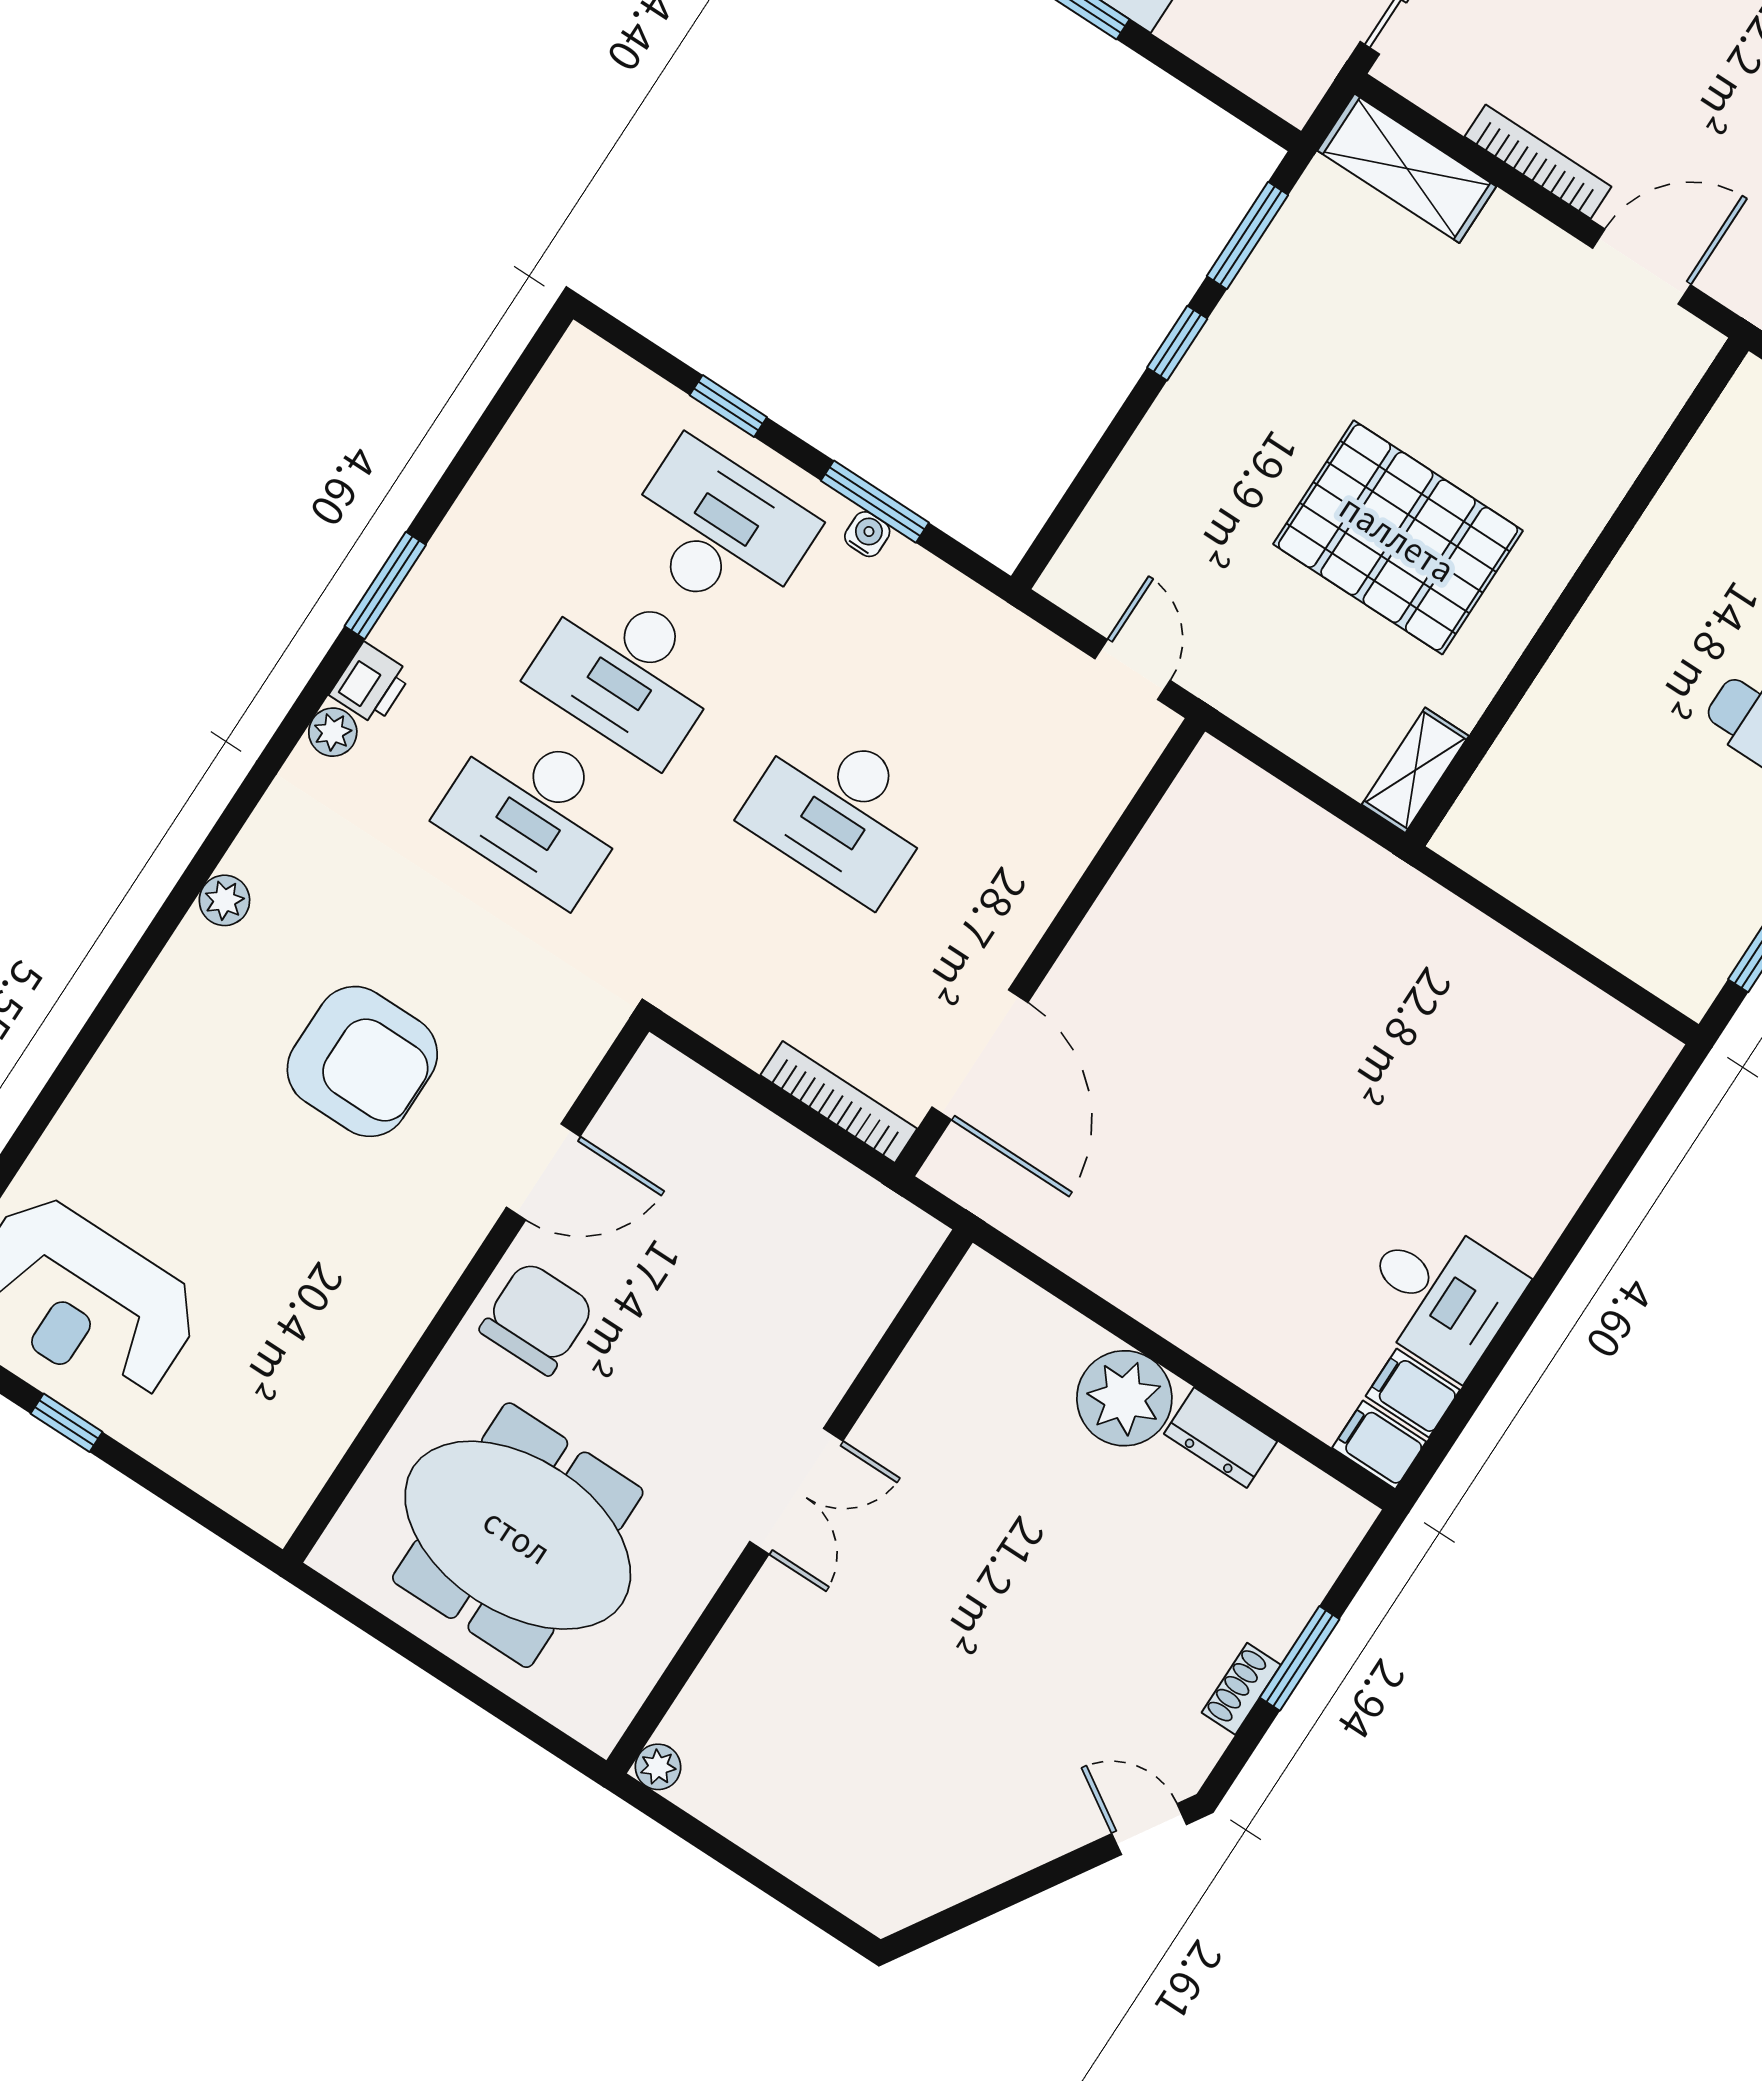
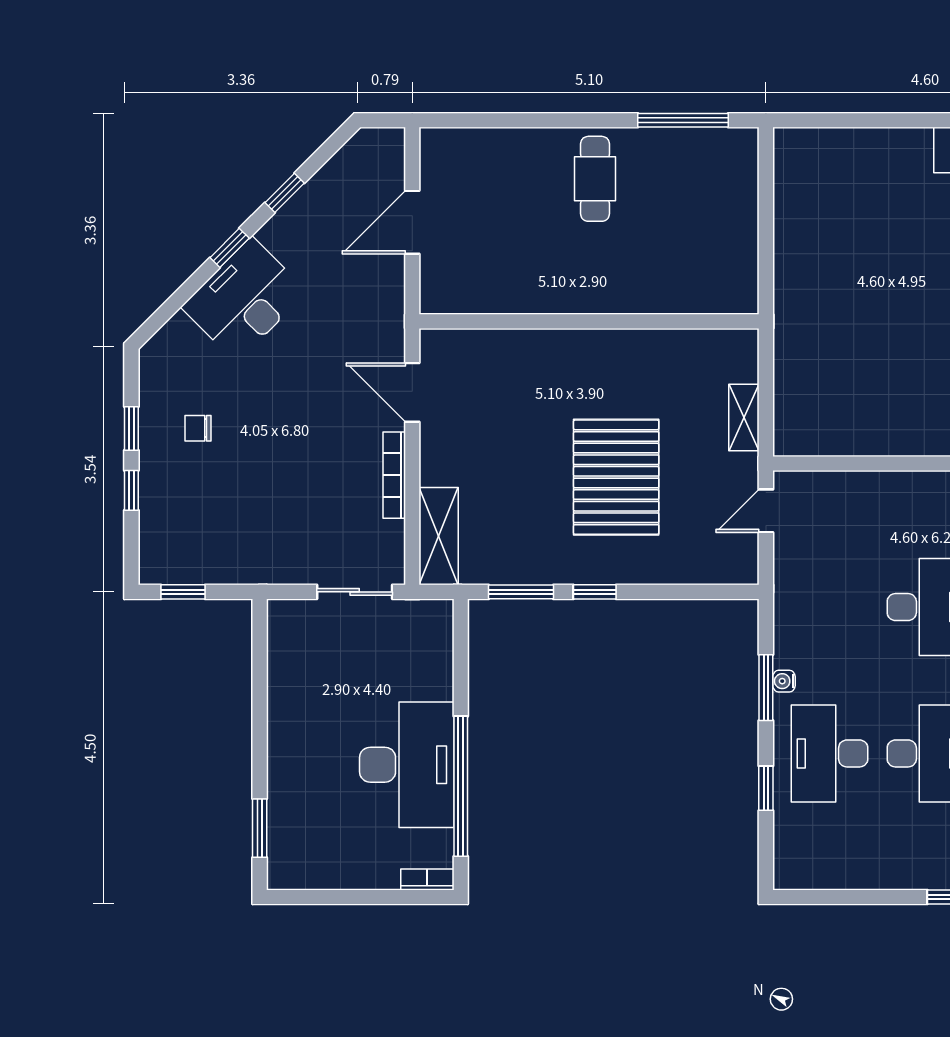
pallet: (1398, 537) -> (616, 477), moved
shelving: (1415, 770) -> (744, 418), moved, turned 90

